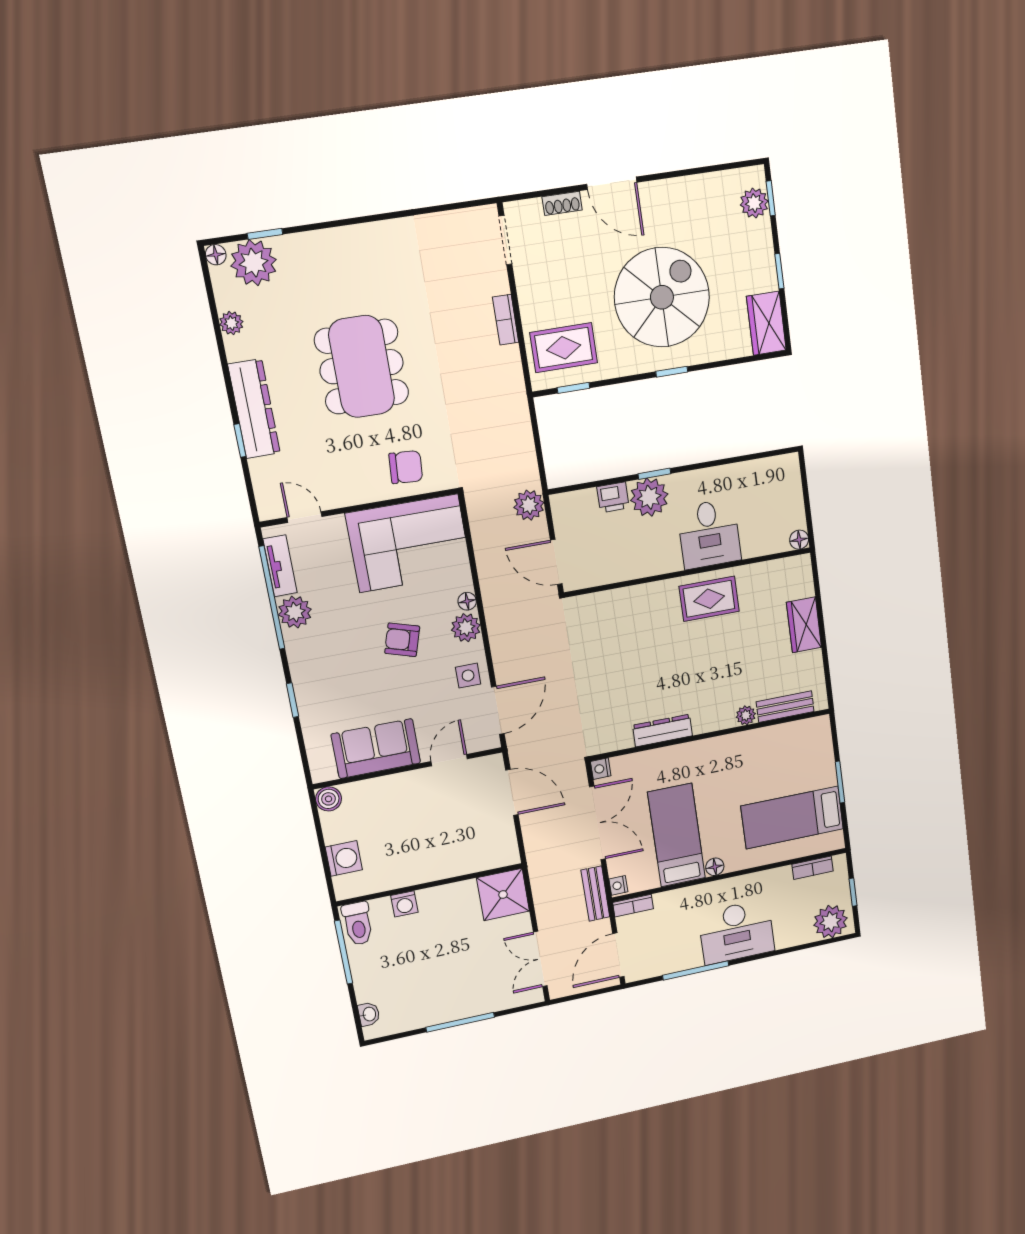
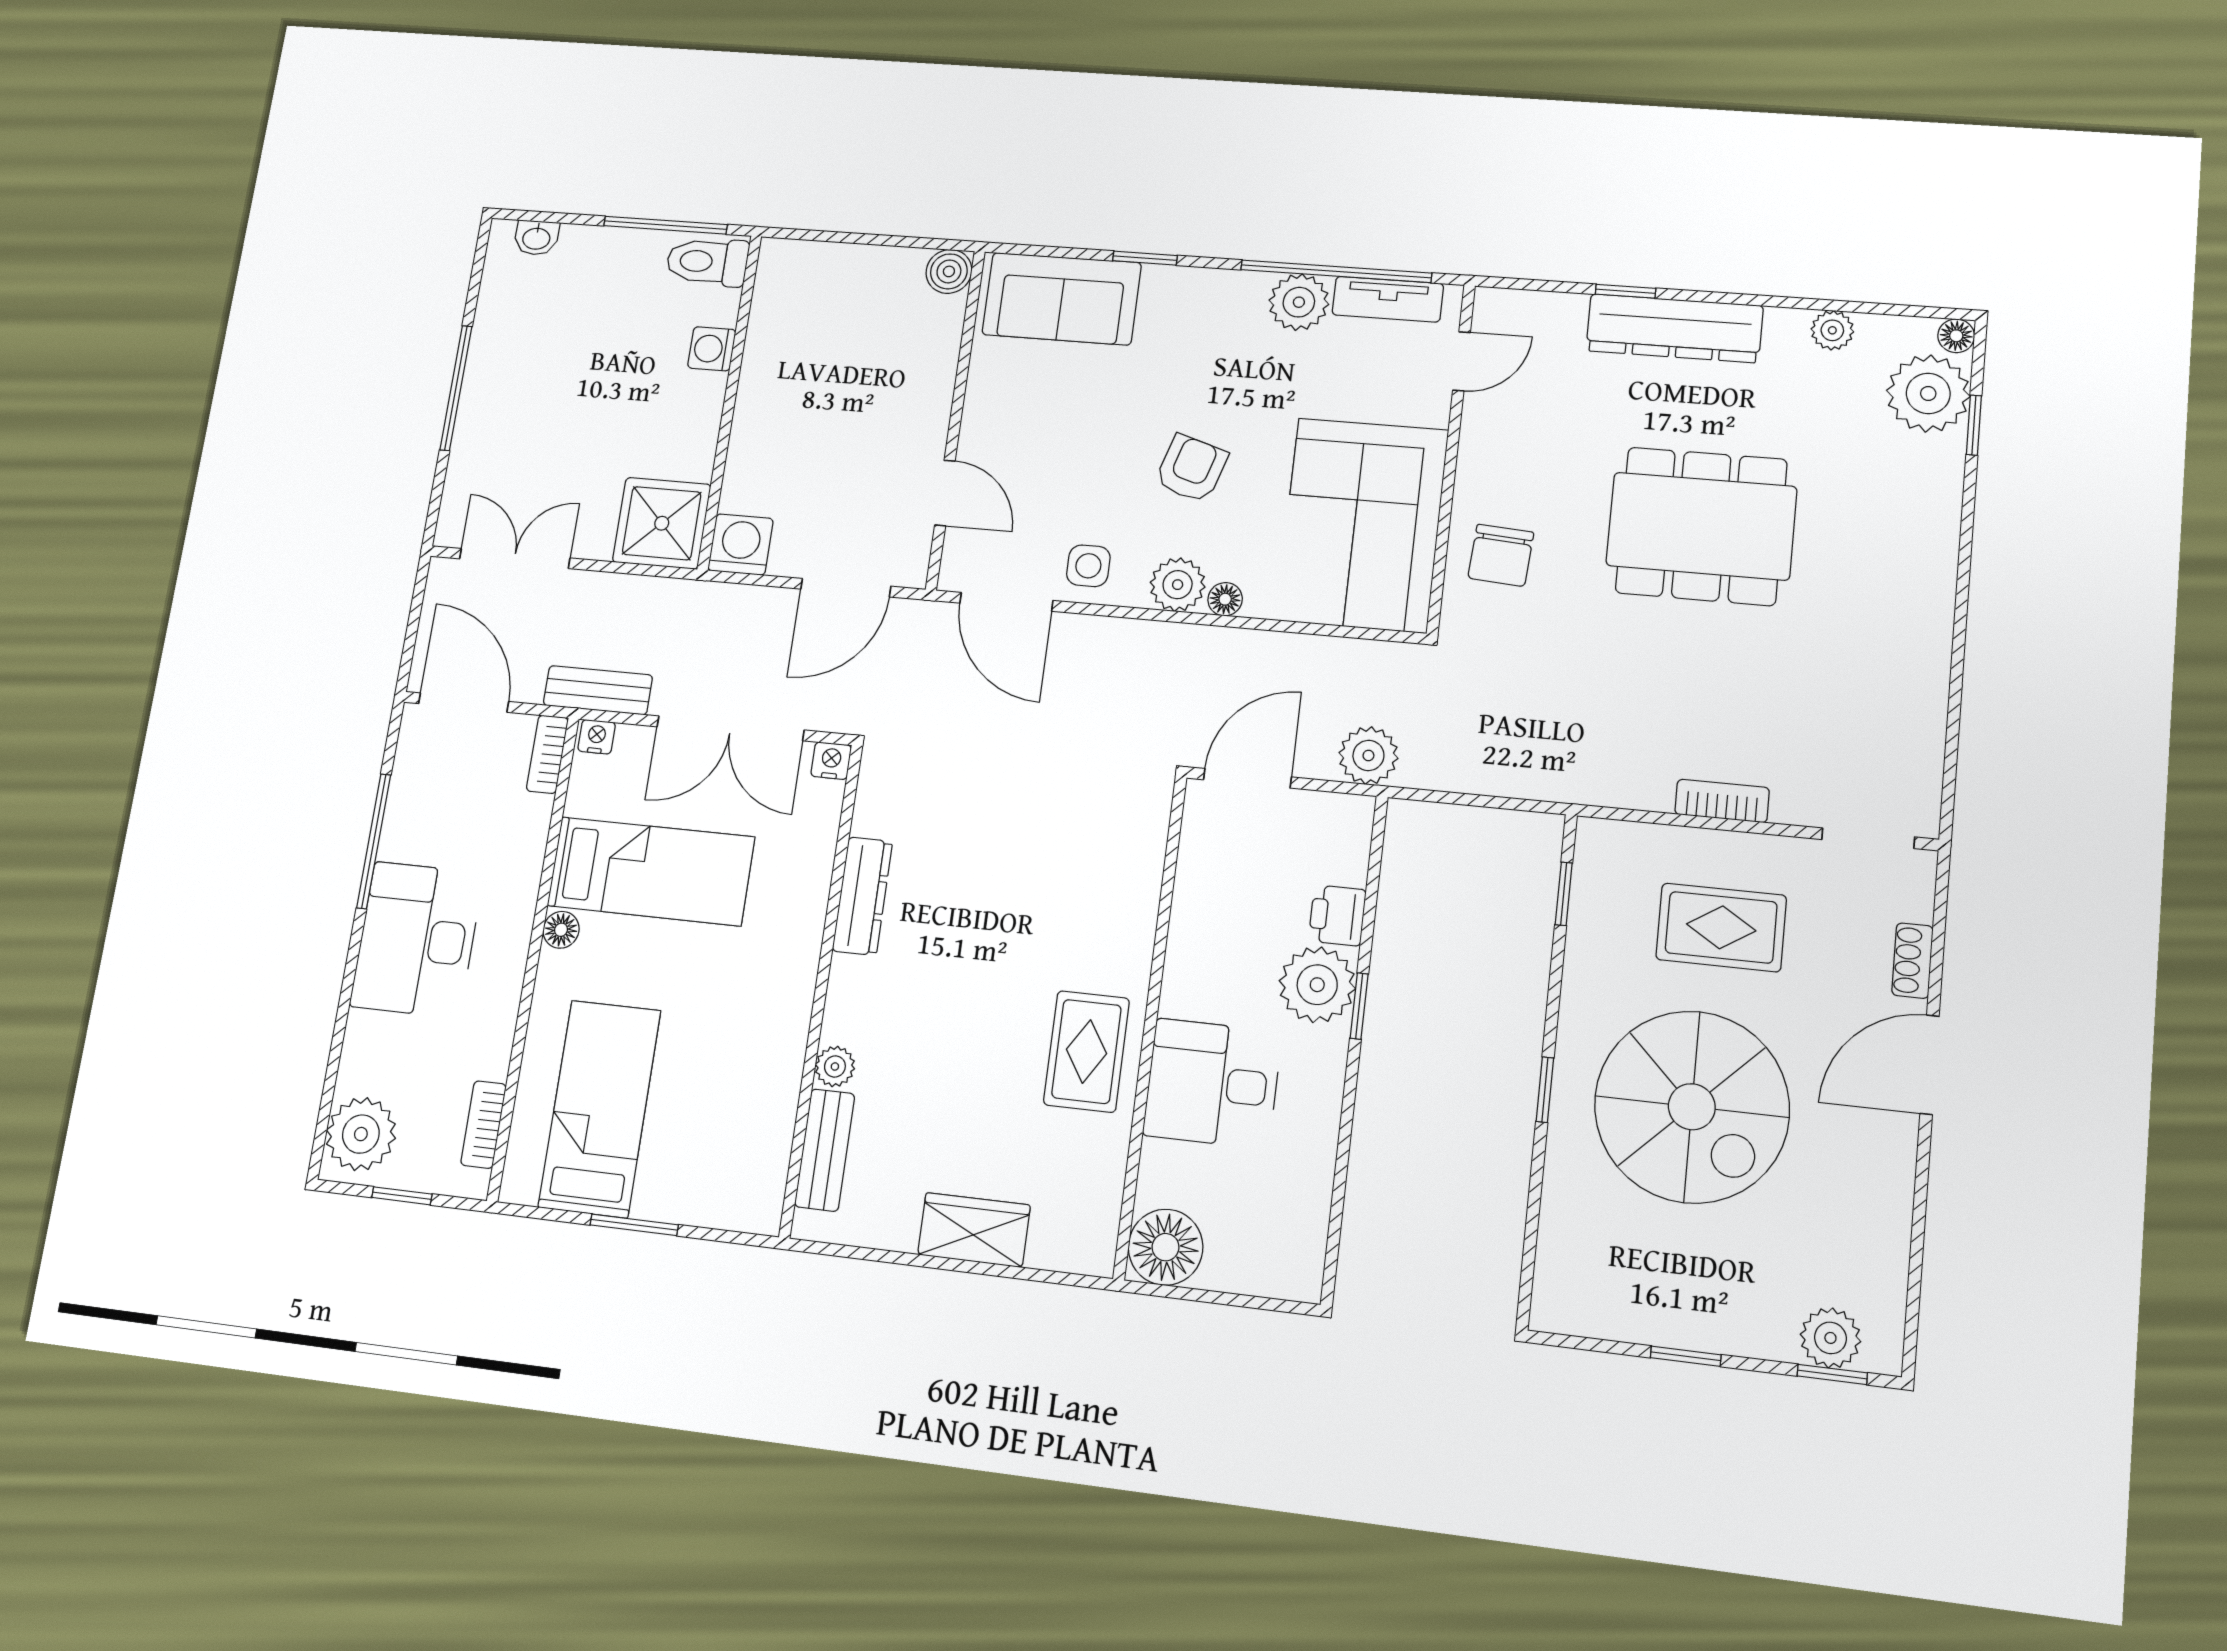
wardrobe: (766, 323) -> (1590, 1303), removed
rug: (564, 348) -> (1721, 927), moved, turned 90
floor lamp: (799, 540) -> (1166, 1247), width x1.89, depth x1.89
sofa: (376, 749) -> (1062, 299), moved, turned 90
washing machine: (344, 858) -> (740, 544), moved, turned 180

